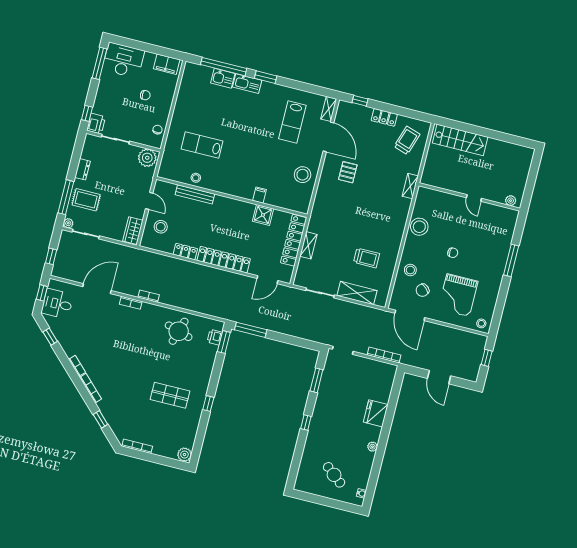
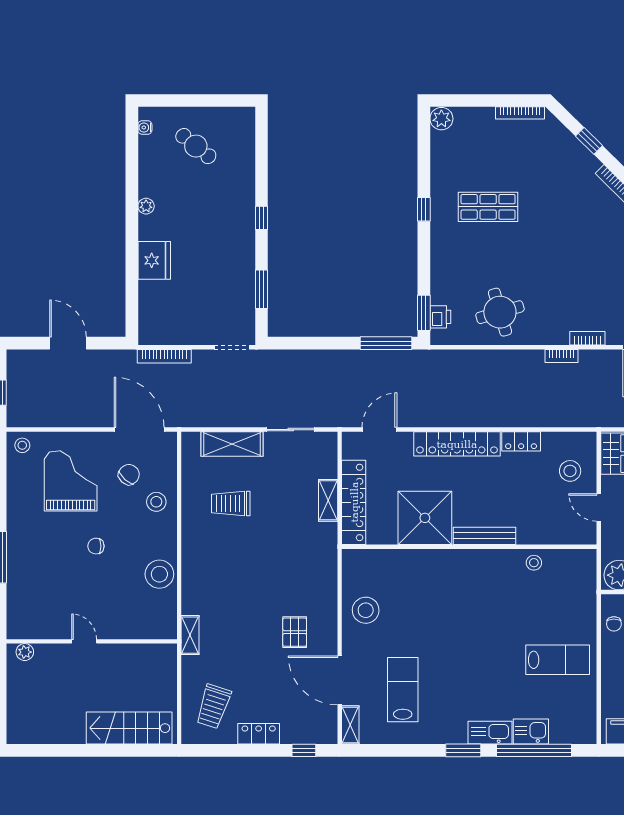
lab bench: (202, 145) -> (558, 660), moved
bench: (195, 194) -> (484, 536), moved
filing cabinet: (259, 195) -> (426, 561), removed
shower: (263, 215) -> (425, 518), width x1.86, depth x1.86
round table: (179, 331) -> (500, 312), turned -33

